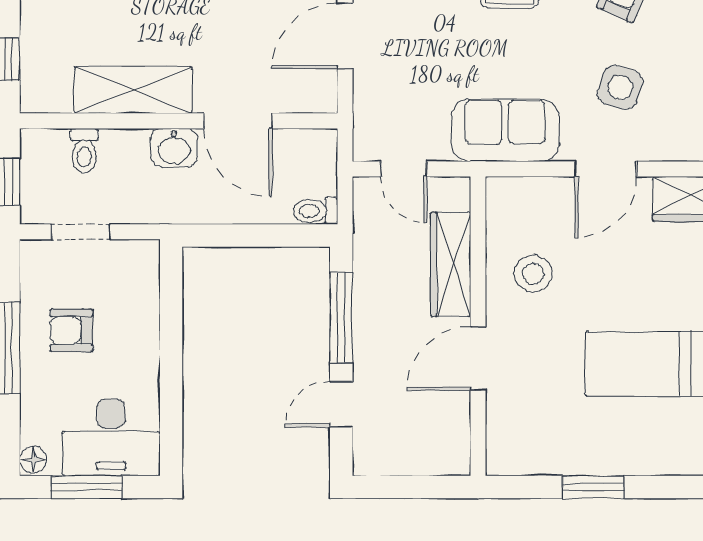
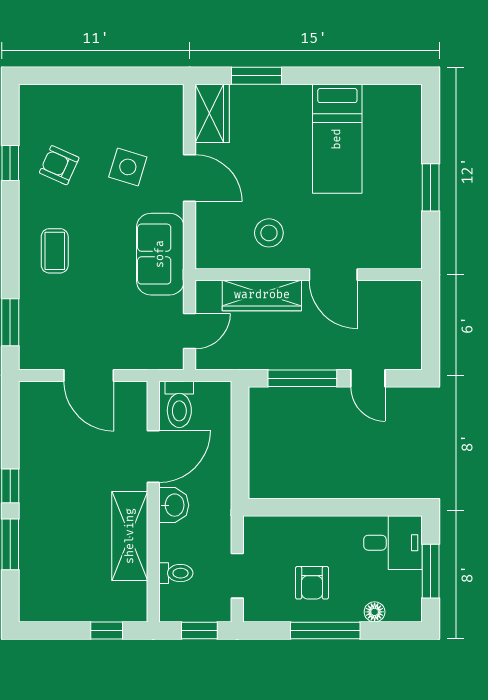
toilet: (315, 211) -> (179, 404), moved, width x1.37, depth x1.39
desk: (111, 437) -> (393, 543), width x0.73
floor lamp: (33, 460) -> (375, 612), moved

